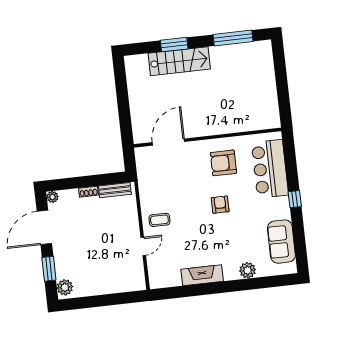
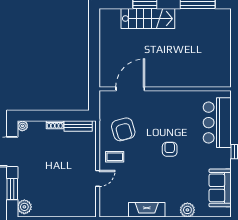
armchair: (223, 163) -> (123, 129), moved, turned -106

